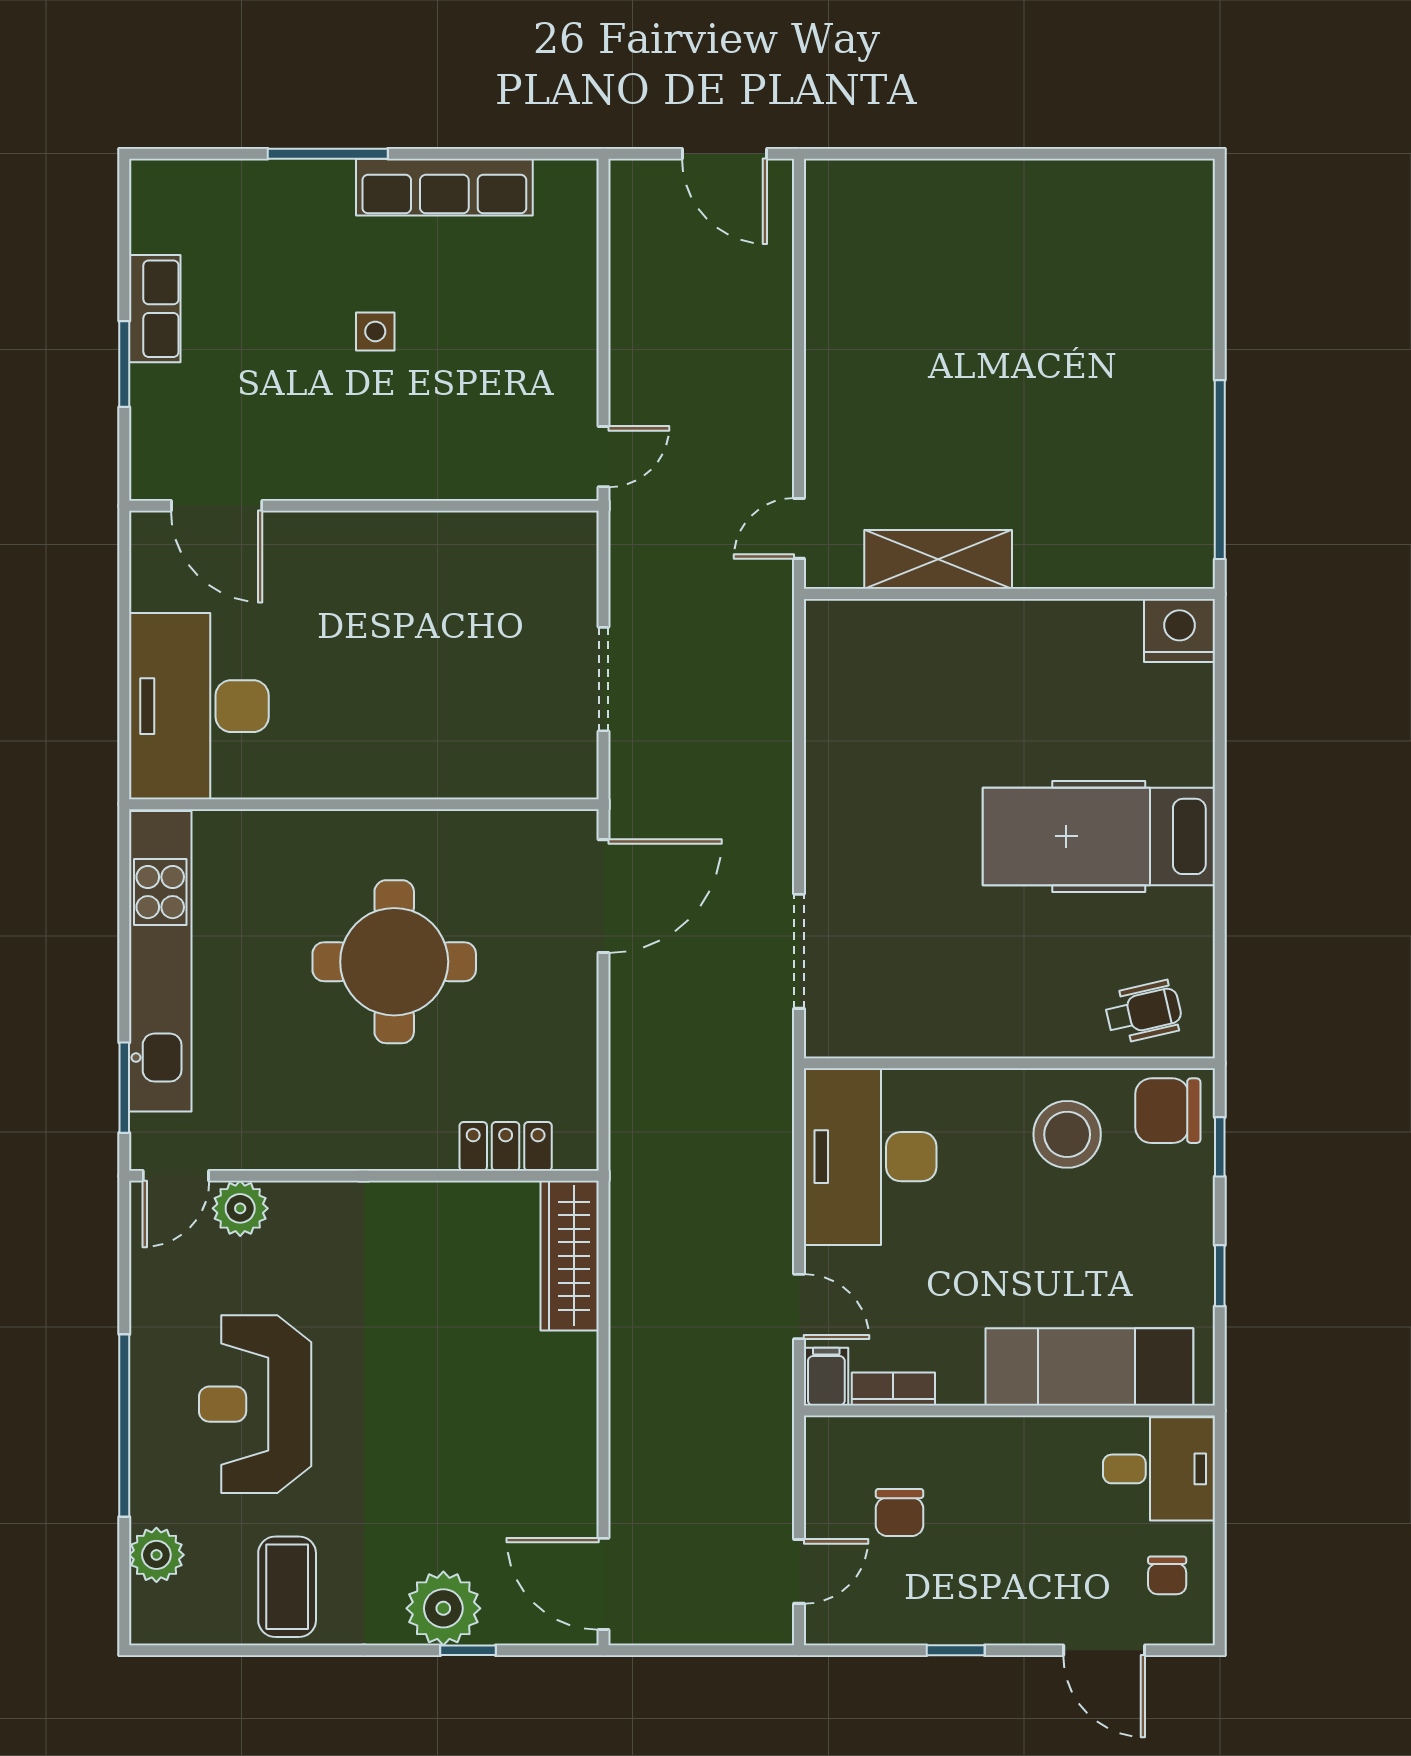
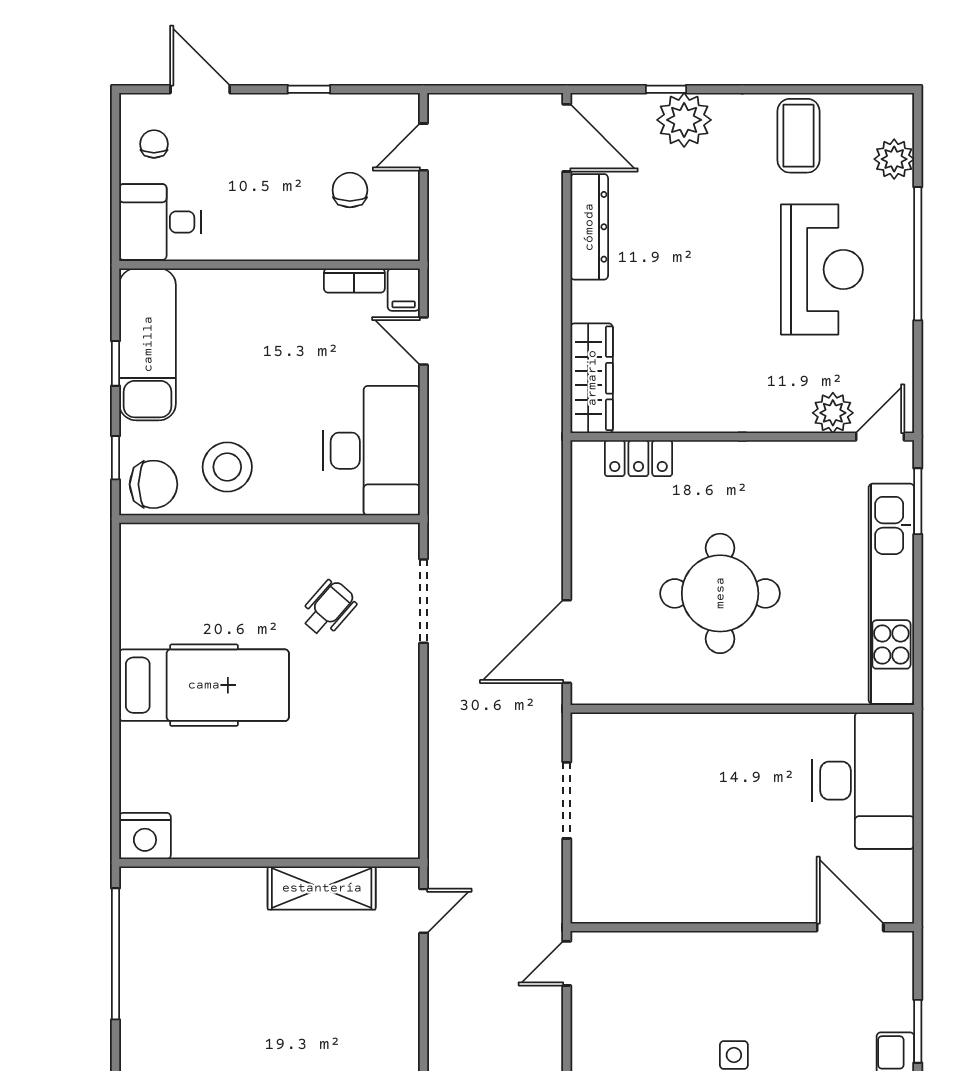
wheelchair: (1144, 1012) -> (328, 608), moved, turned 144
exam couch: (1089, 1367) -> (148, 344), moved, turned -90
dresser: (573, 1462) -> (589, 227), added

